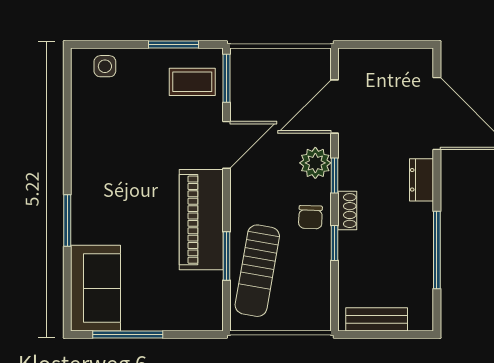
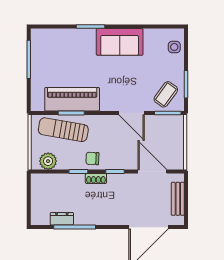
coffee table: (192, 82) -> (166, 94), turned 36
plant: (315, 163) -> (48, 161), moved
dresser: (421, 180) -> (62, 219), moved
piano: (201, 220) -> (72, 99), moved
sofa: (95, 288) -> (120, 42), moved
bench: (377, 319) -> (178, 199), moved

